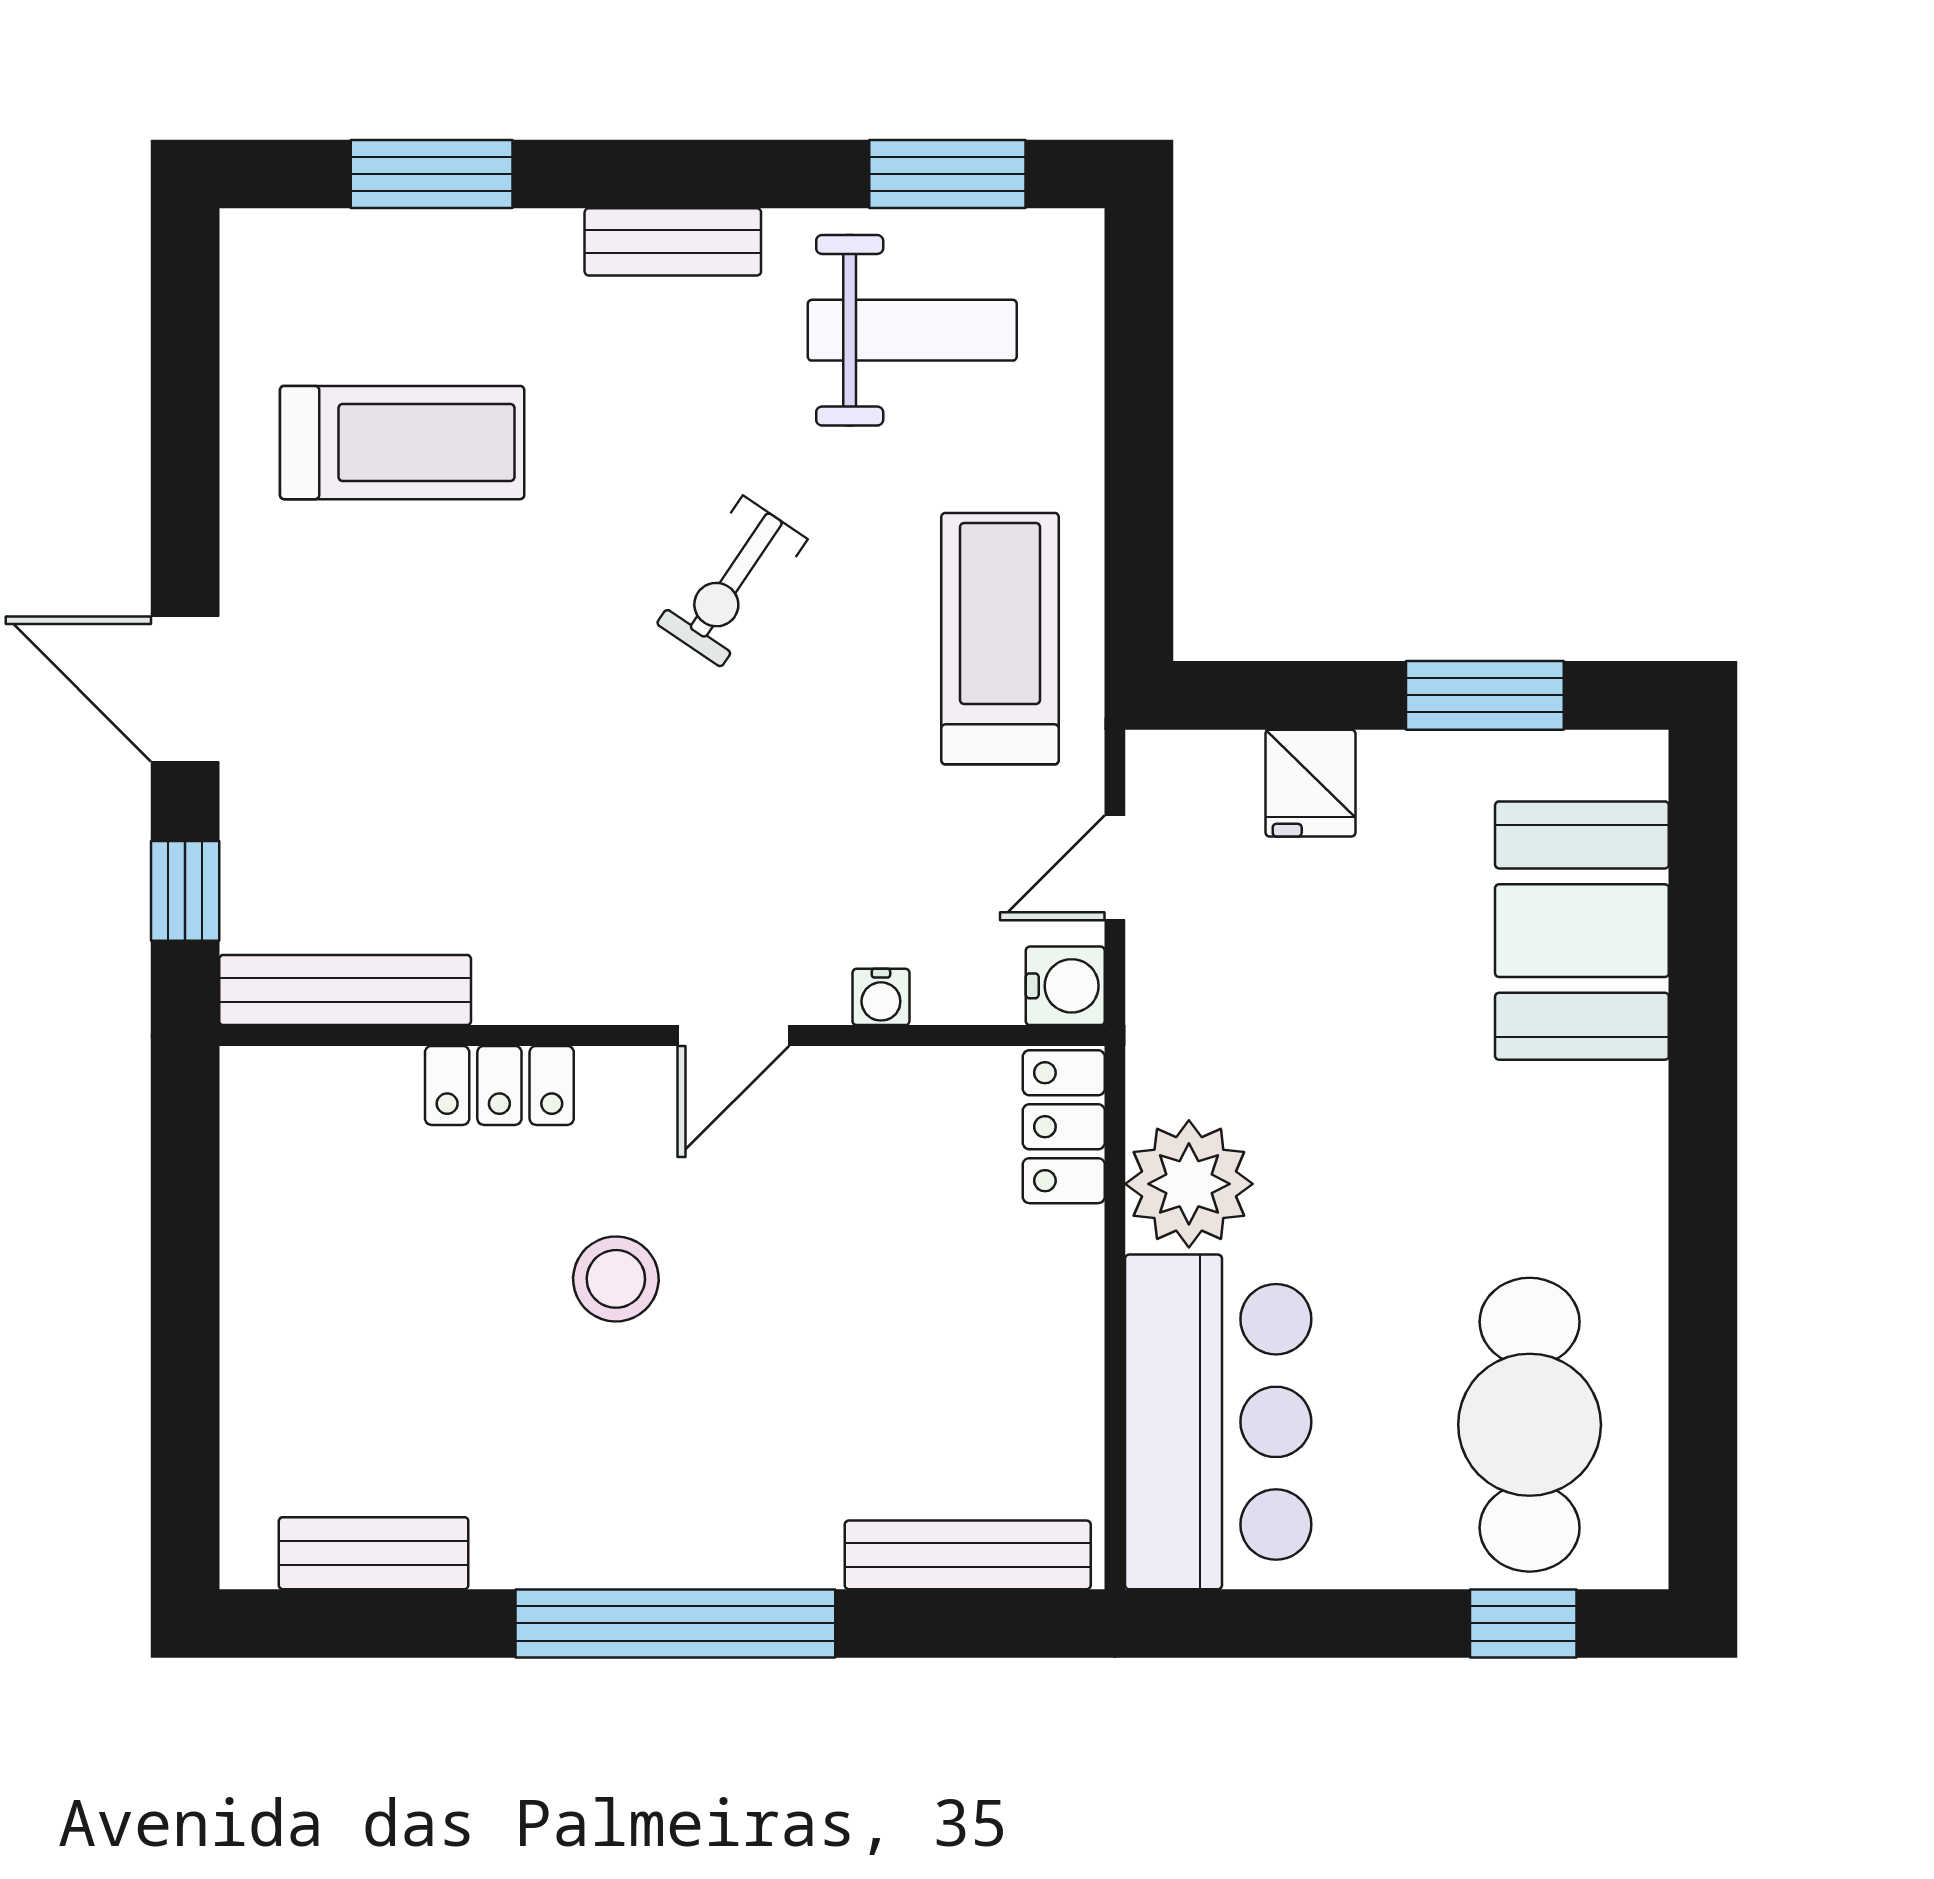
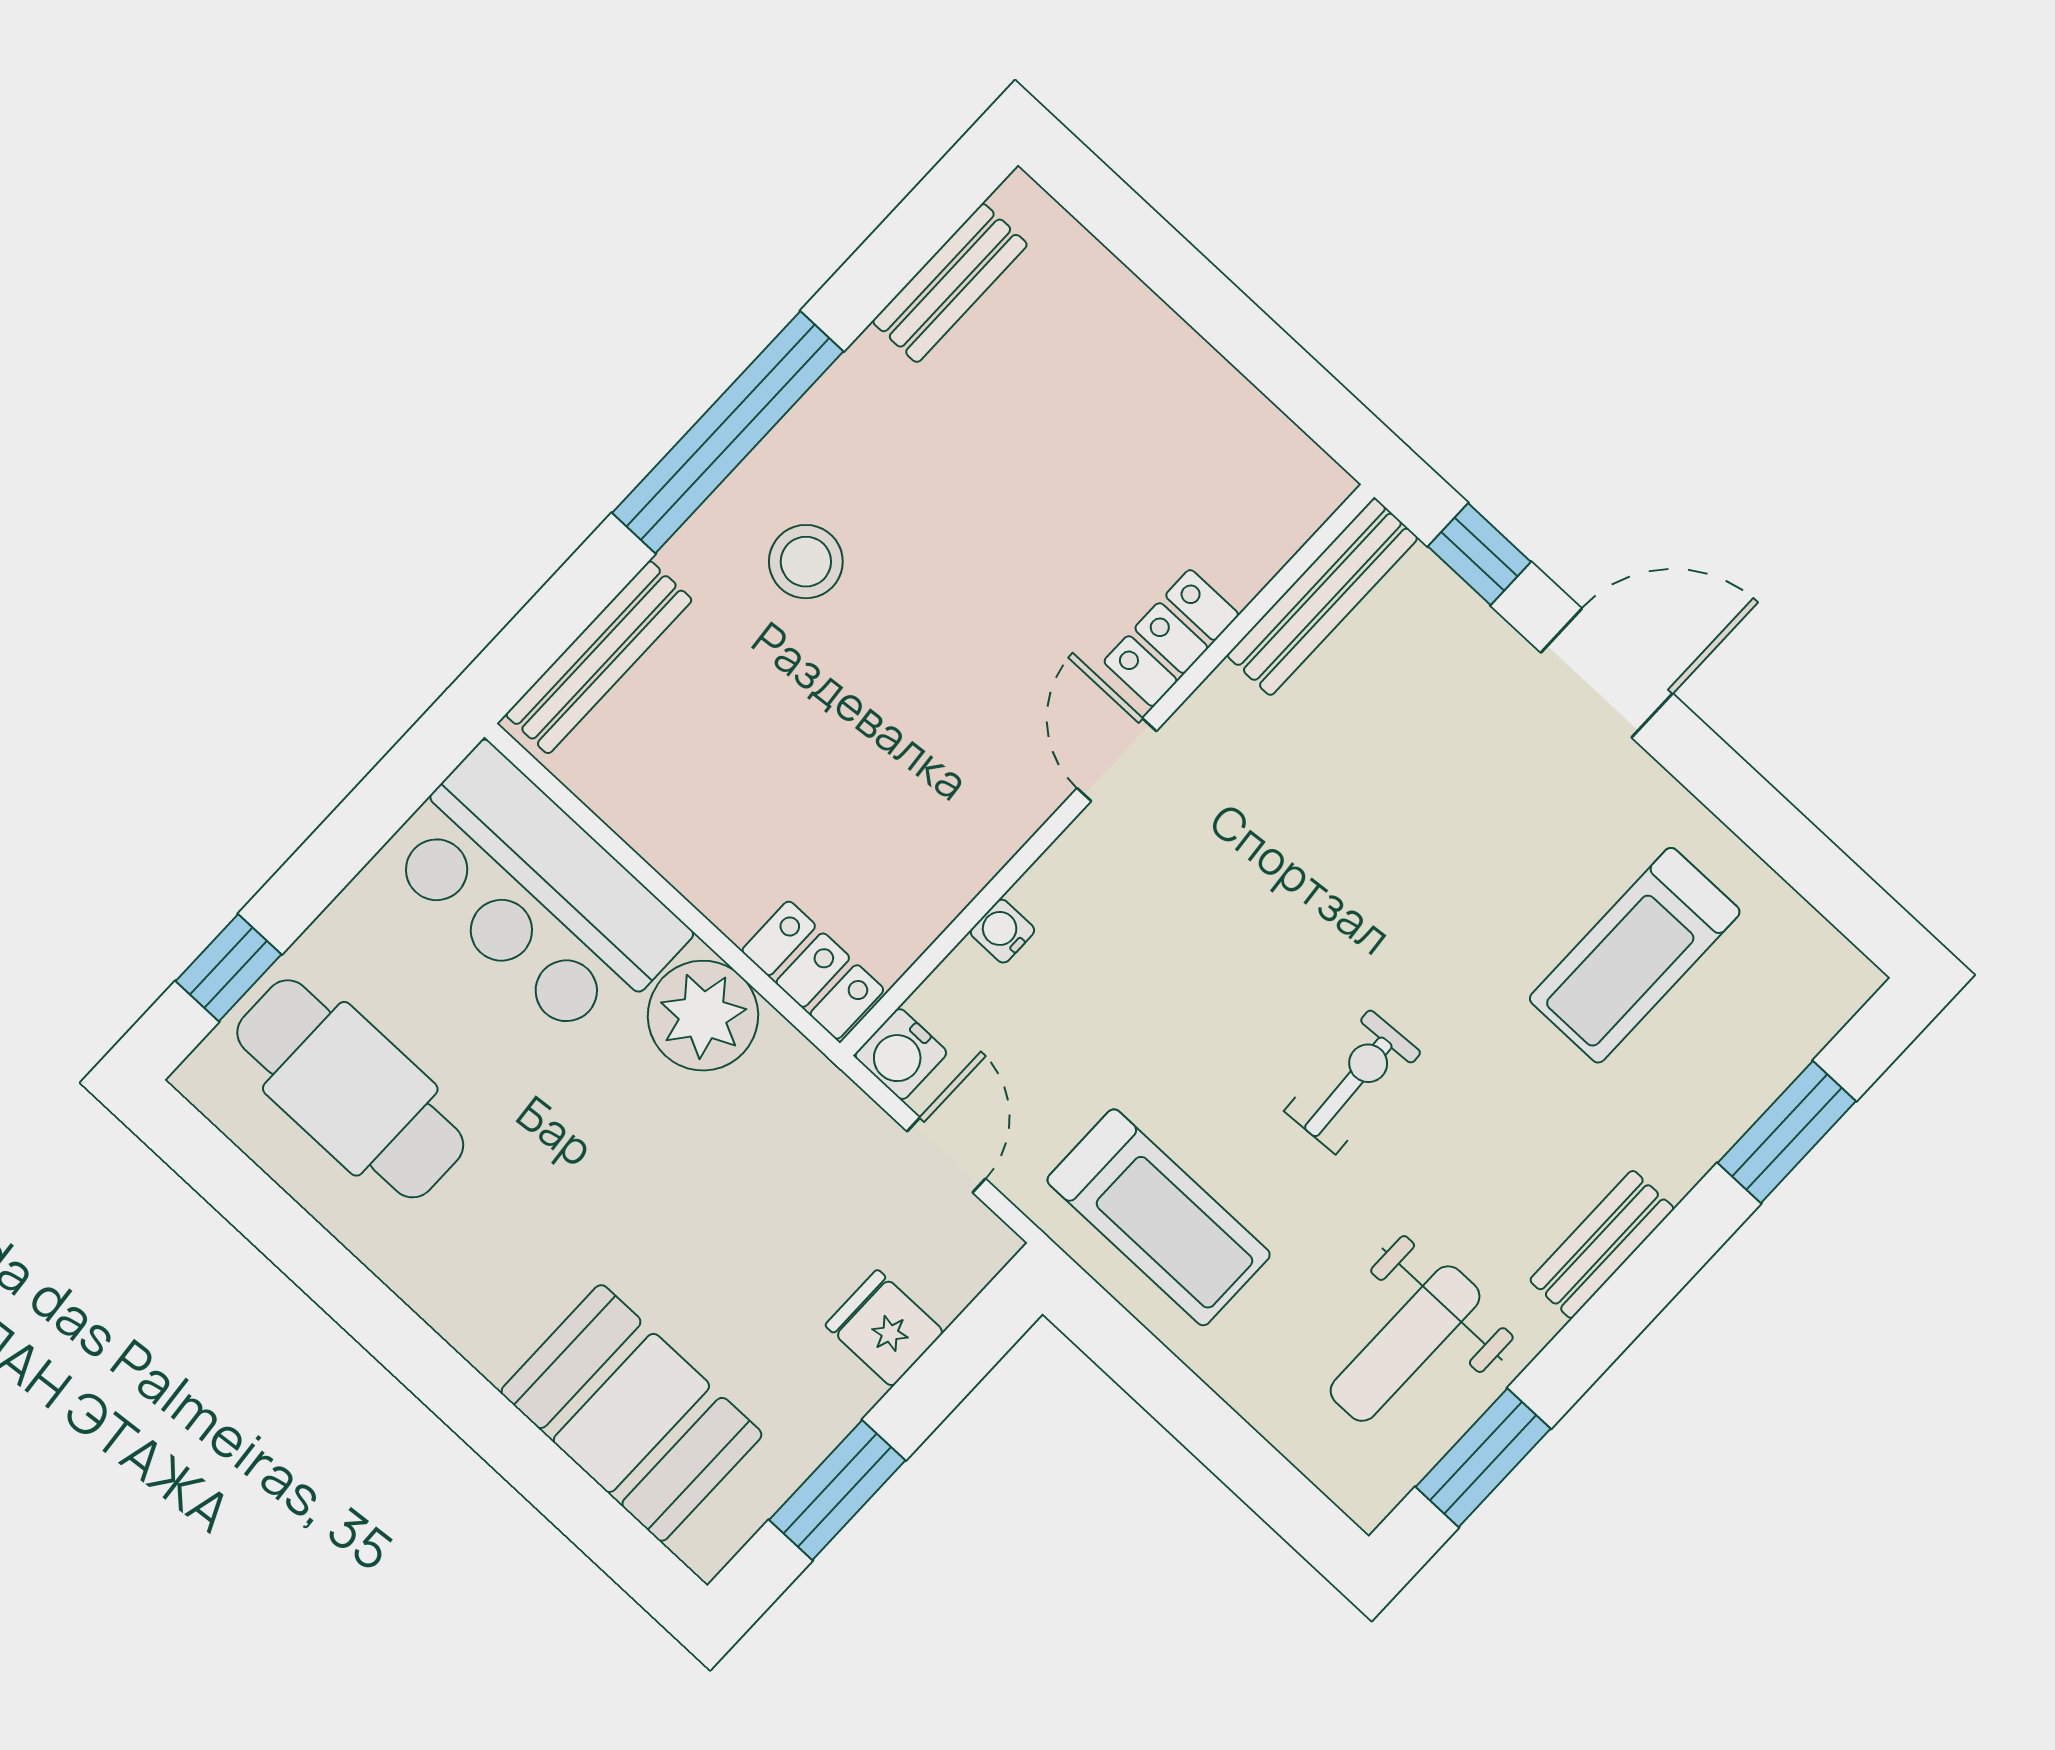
exercise bike: (732, 581) -> (1353, 1082), turned 53
door: (733, 1036) -> (1117, 760), moved
stool: (616, 1279) -> (806, 562), moved

